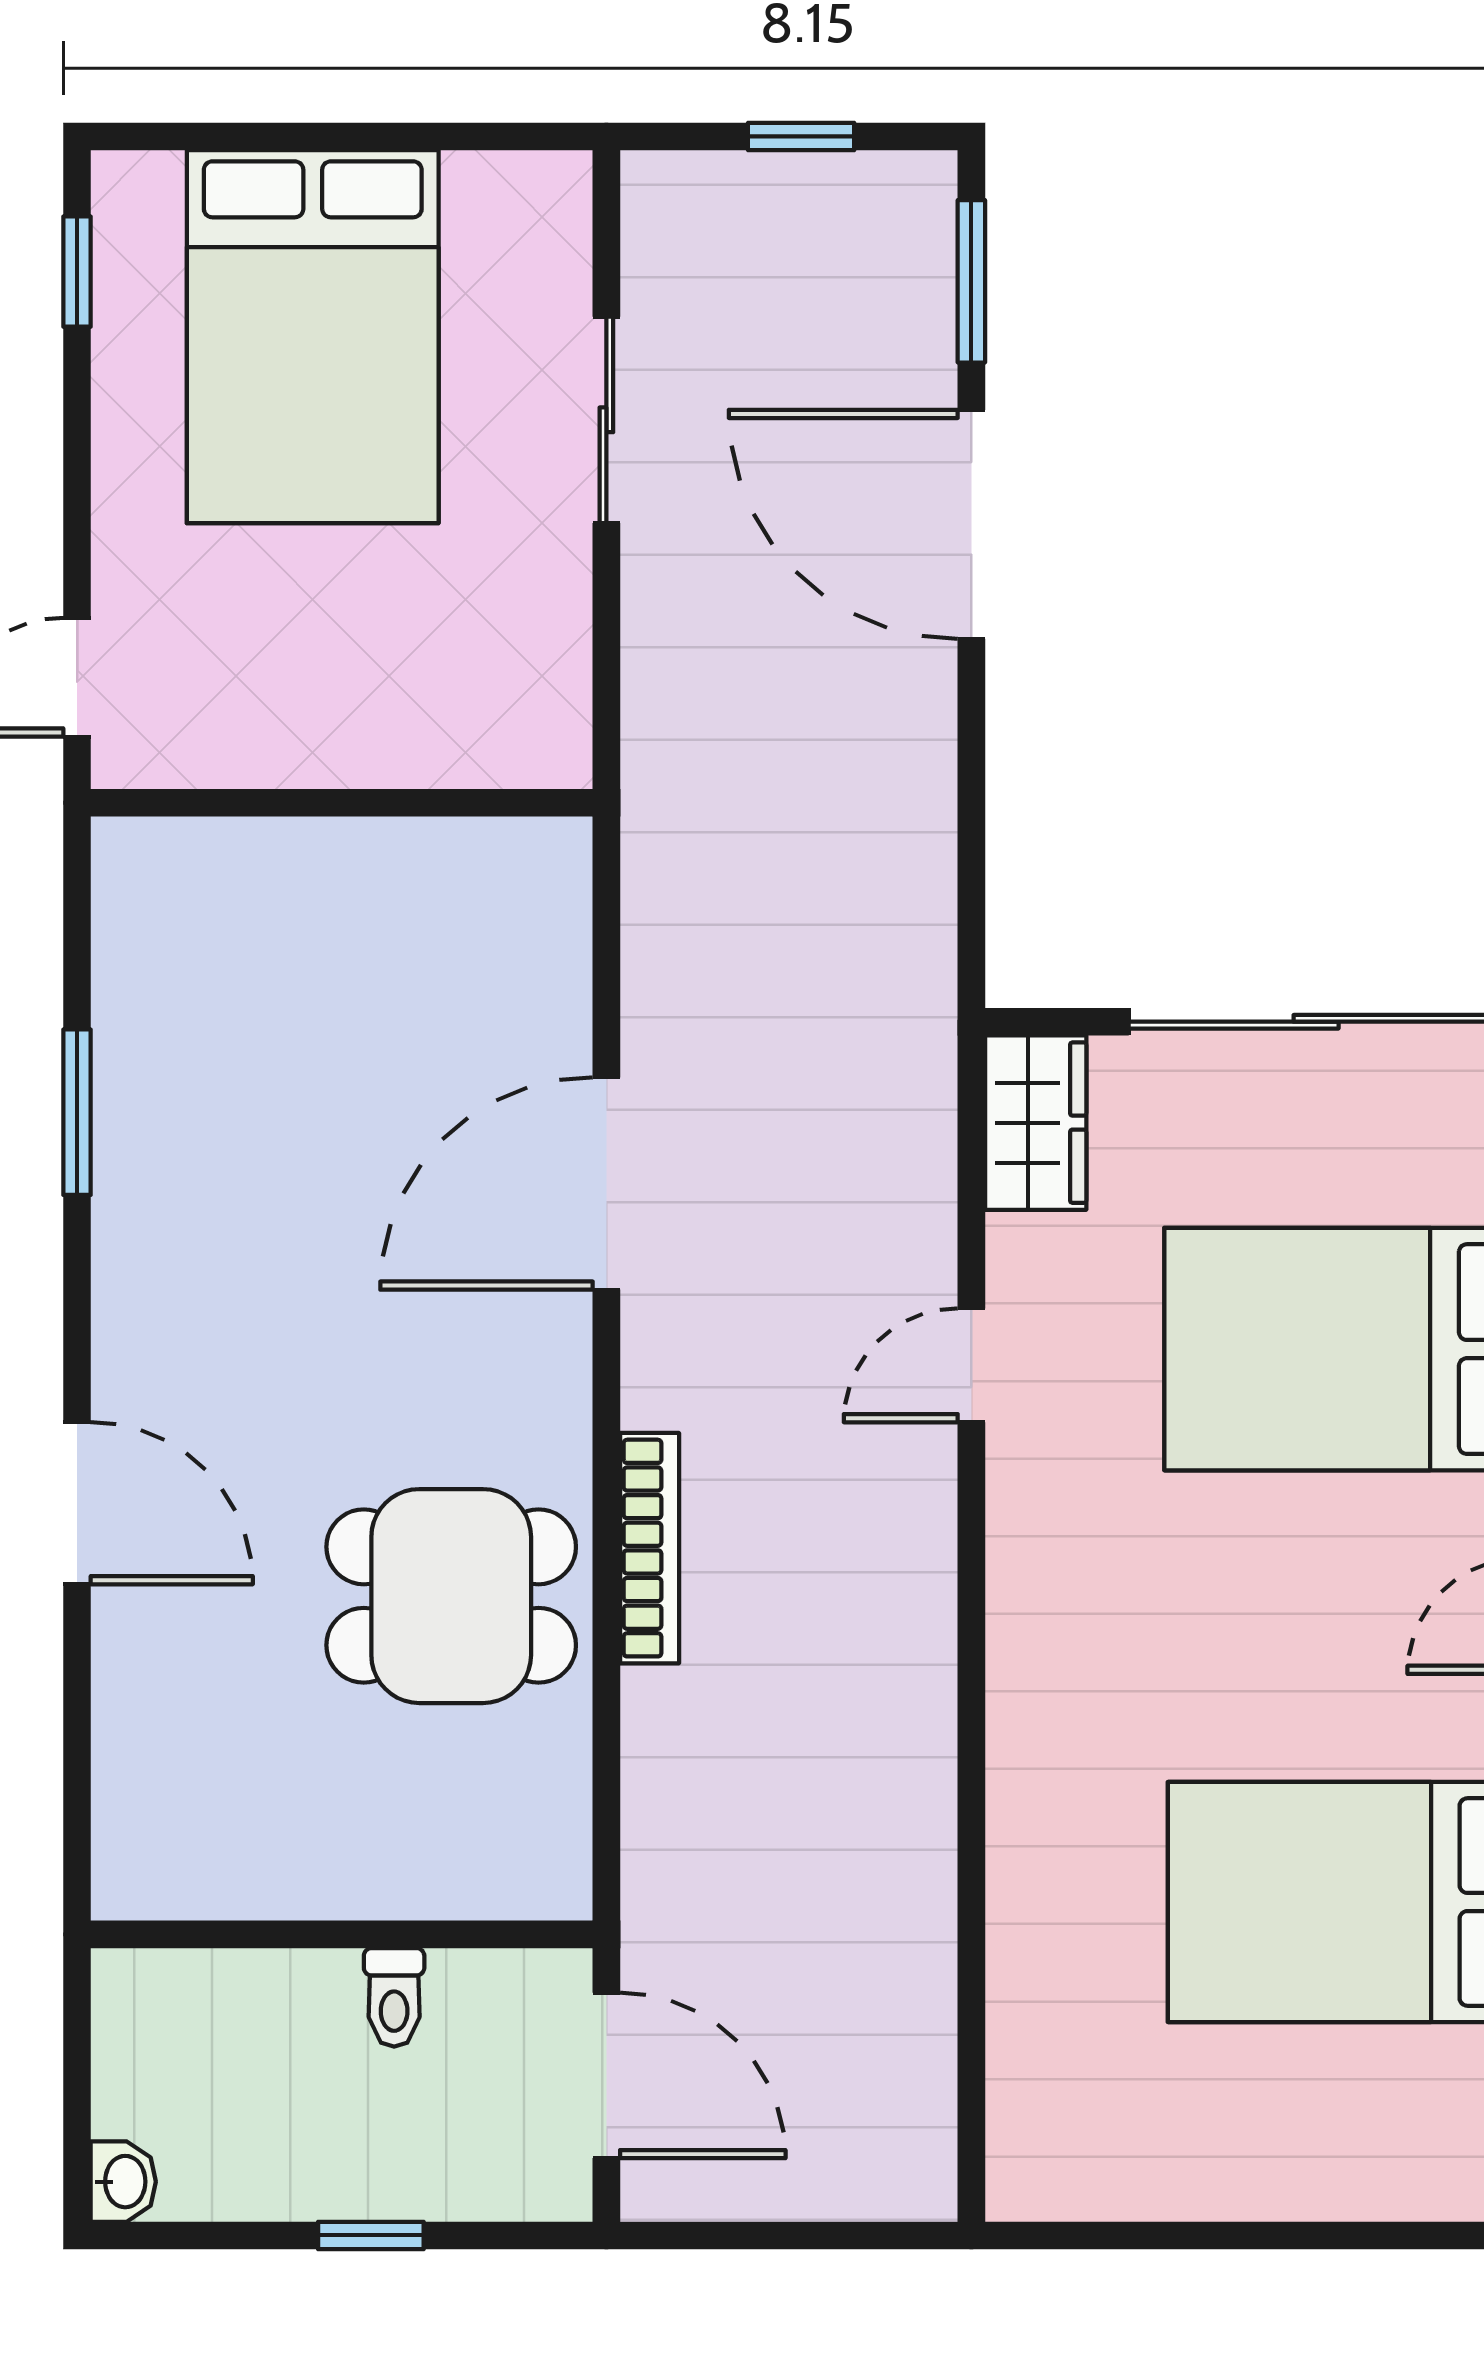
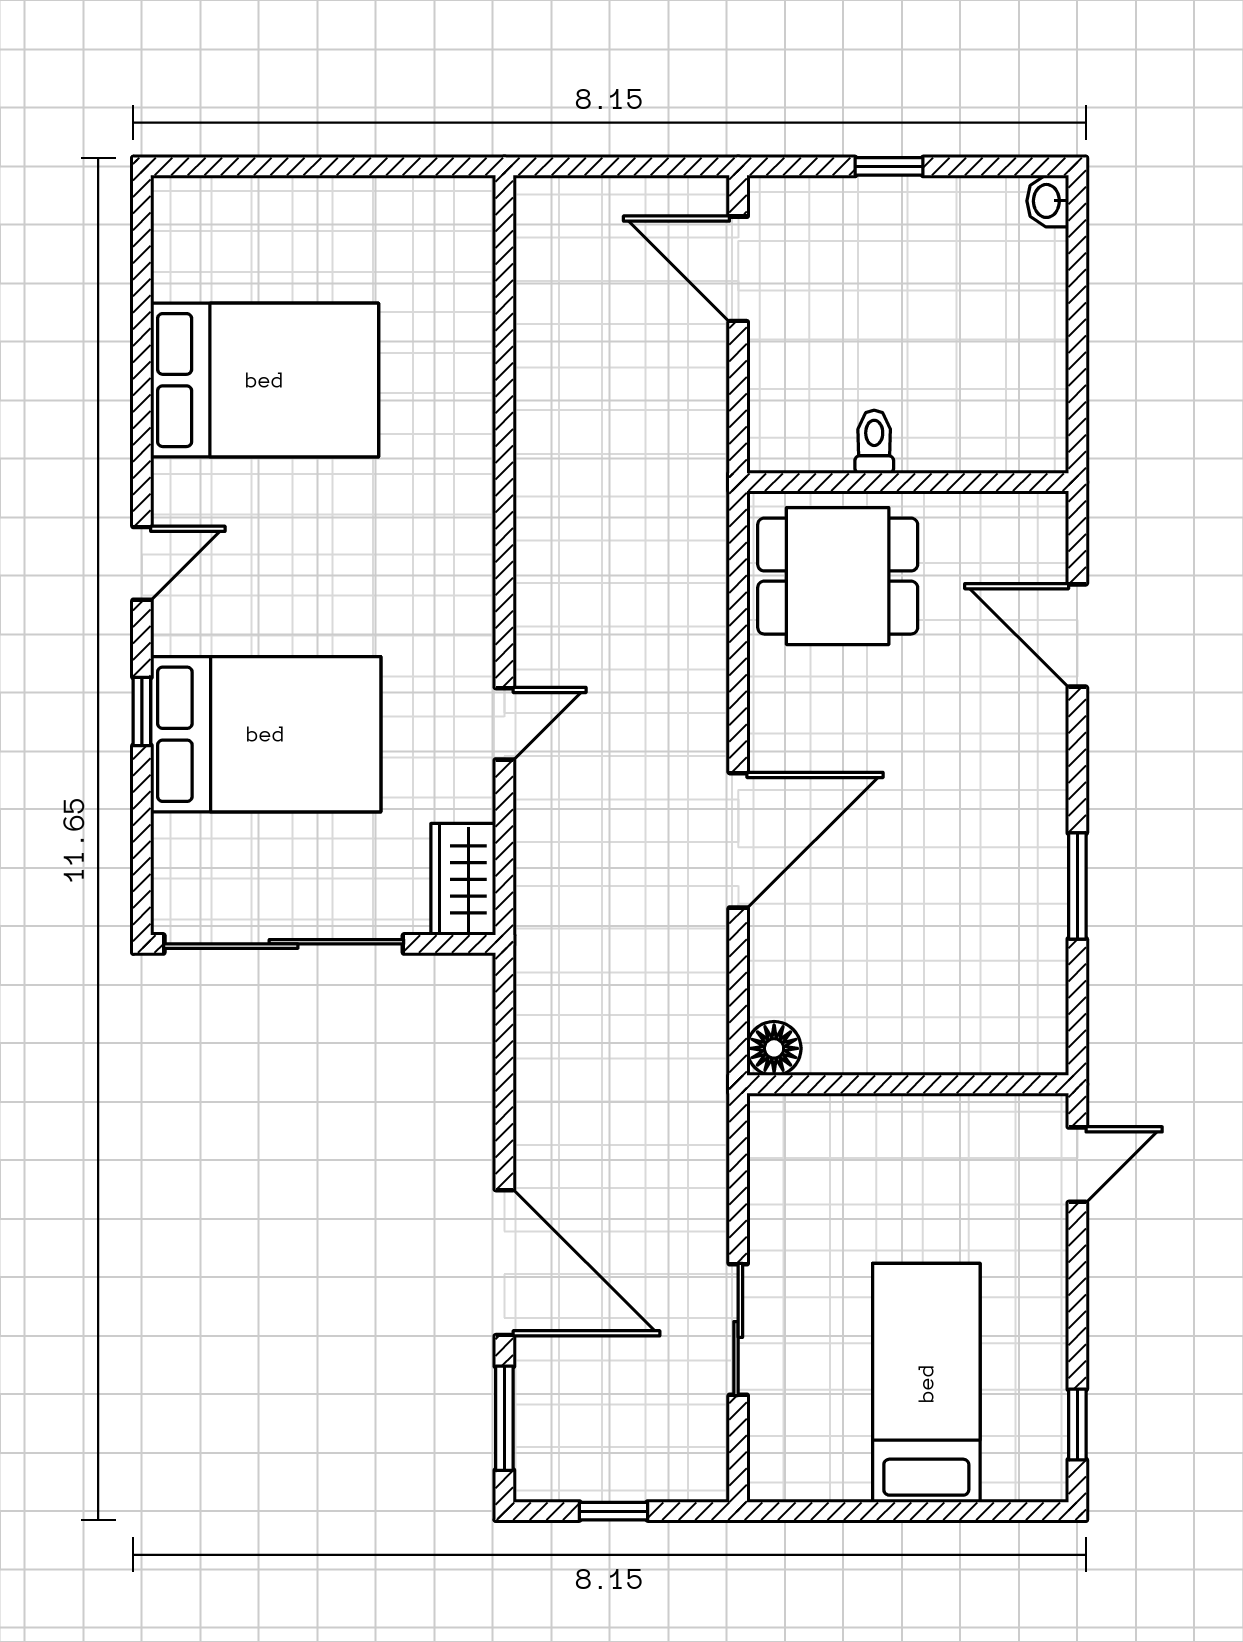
bed: (313, 337) -> (926, 1383), width x0.67
floor lamp: (551, 859) -> (774, 1048), added
bookcase: (650, 1548) -> (711, 607), removed
wall: (342, 1934) -> (908, 482), moved
toilet: (394, 1997) -> (874, 442), moved

